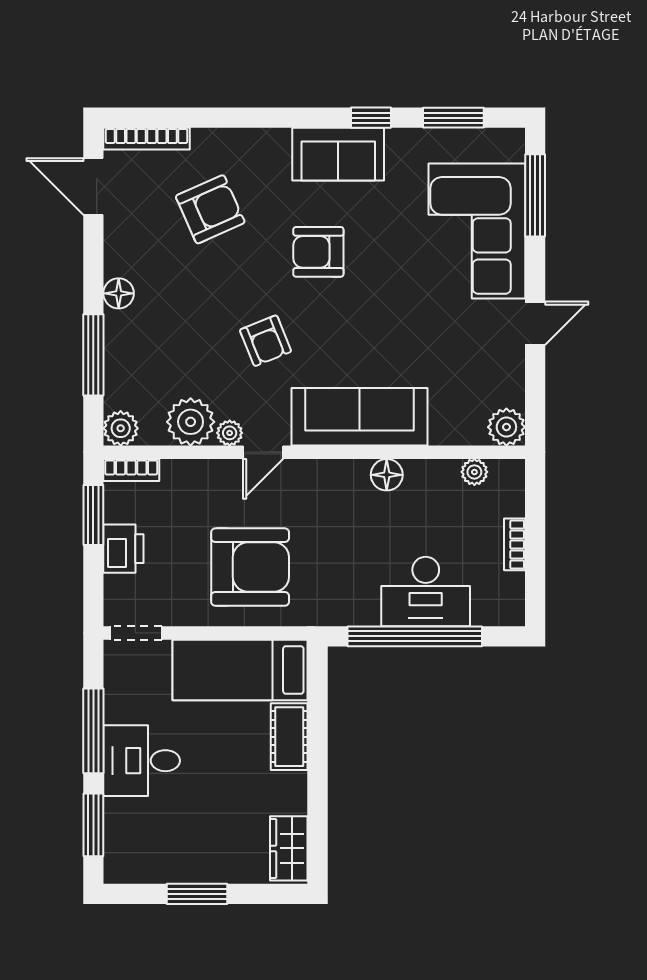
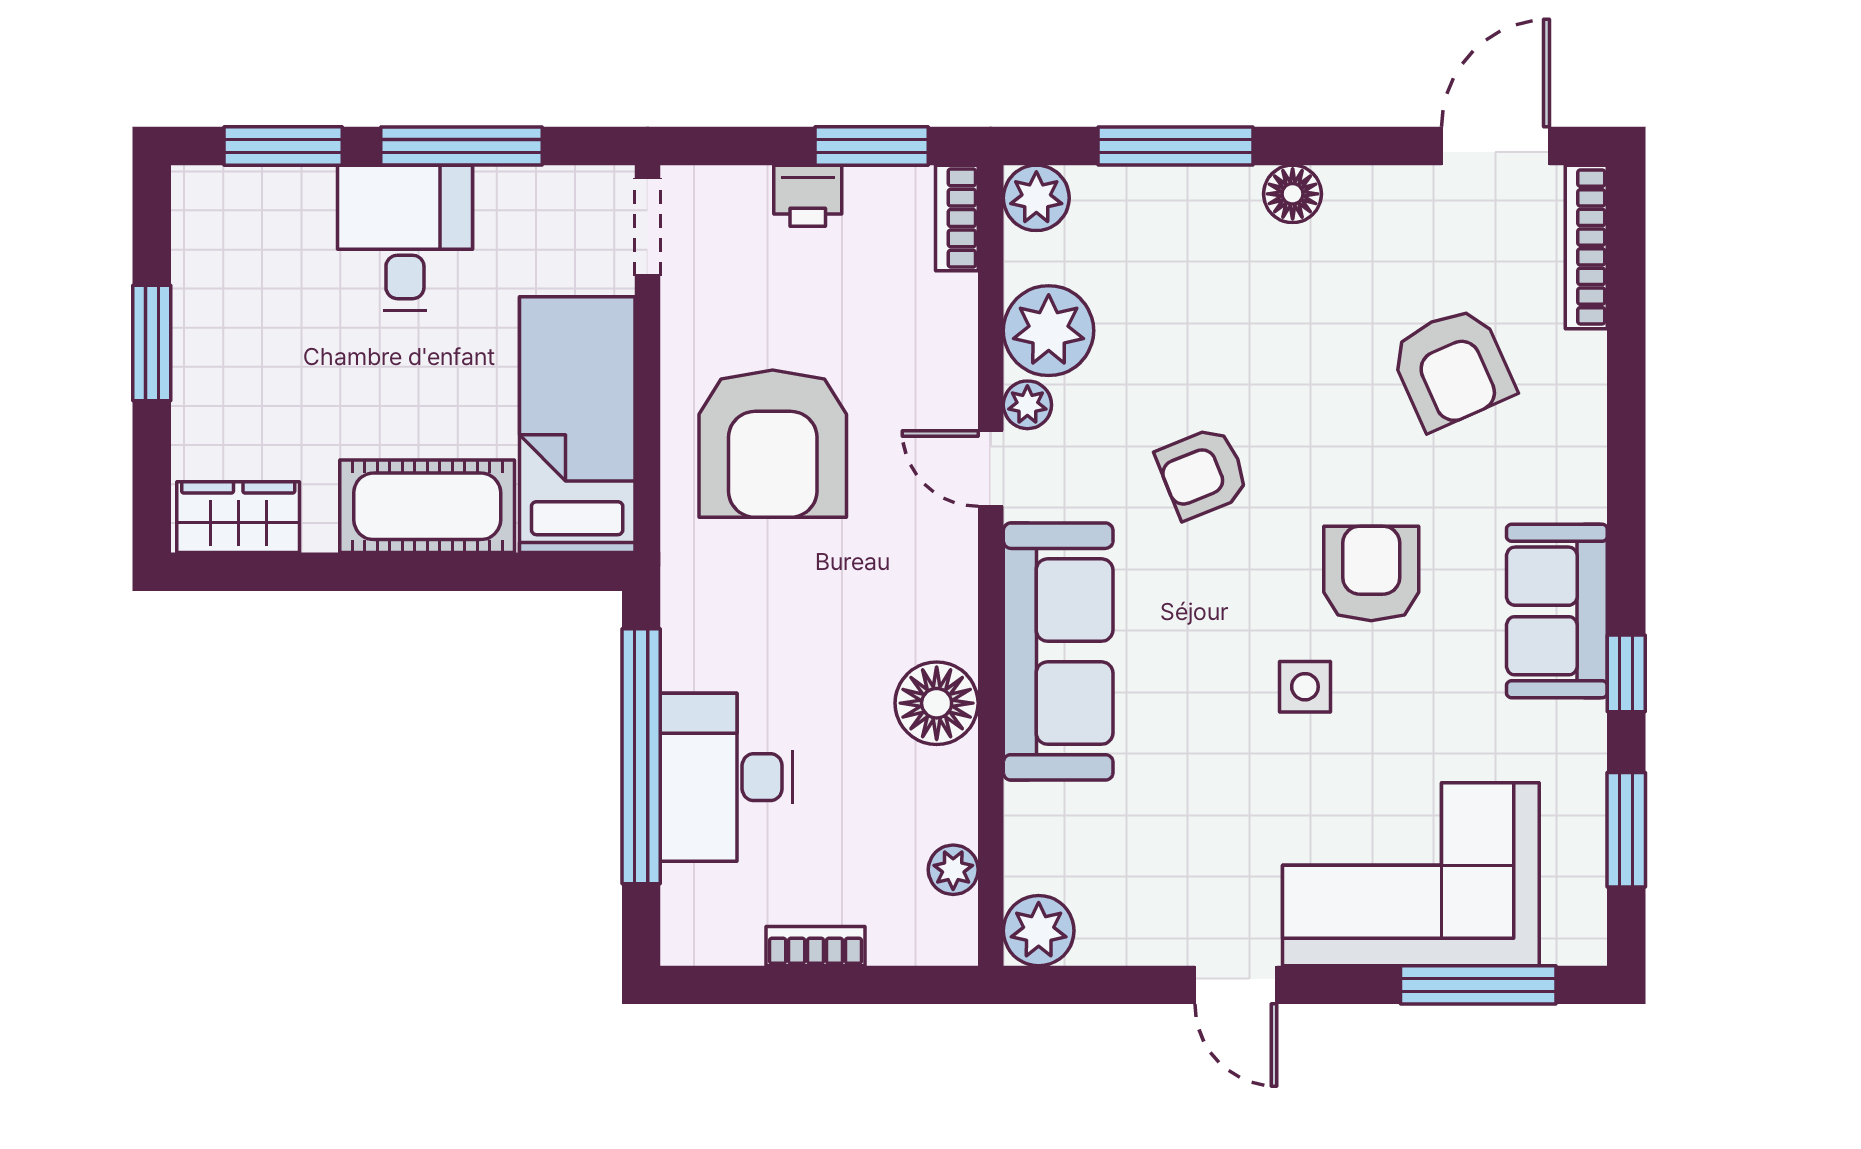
side table: (378, 287) -> (1305, 687), added
floor lamp: (387, 475) -> (937, 703), width x1.38, depth x1.38
printer: (123, 549) -> (808, 196), width x0.73, depth x0.81
cot: (289, 737) -> (427, 506), width x1.37, depth x1.34

